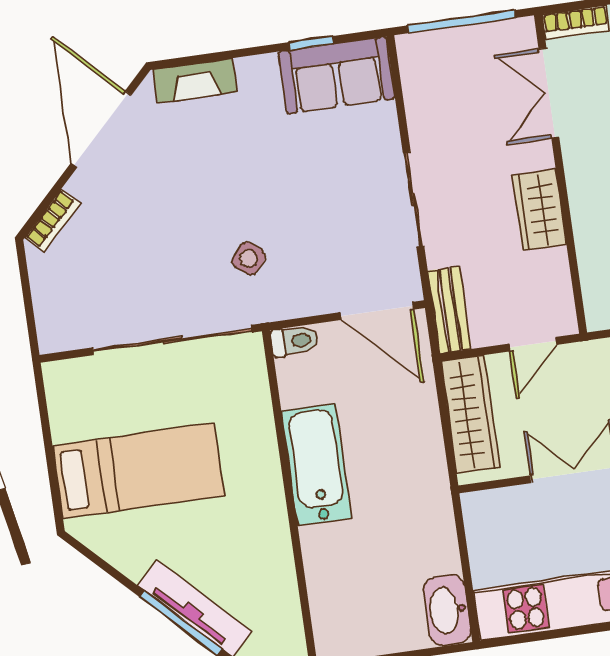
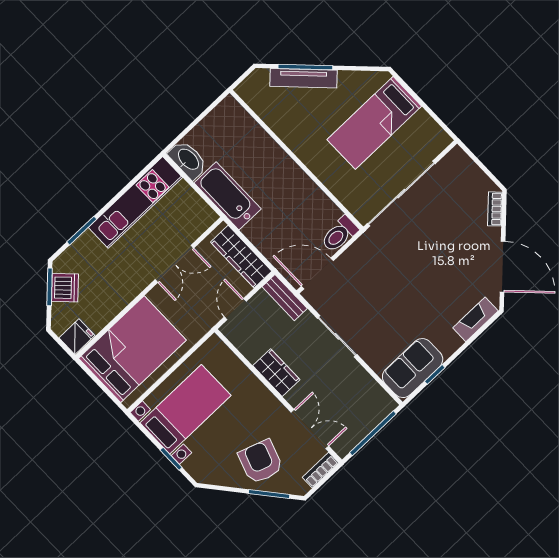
side table: (249, 258) -> (393, 256), removed
toilet: (295, 341) -> (339, 234), width x1.37, depth x1.39
bathtub: (317, 464) -> (228, 196), moved, turned 180

